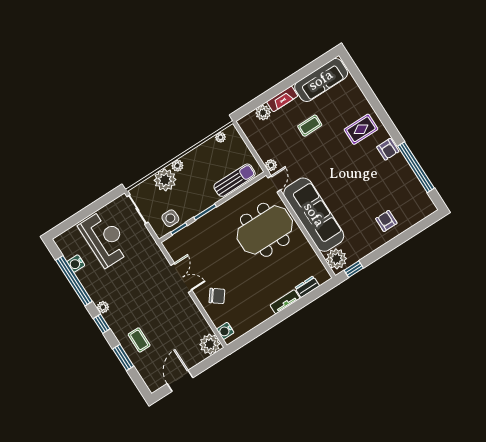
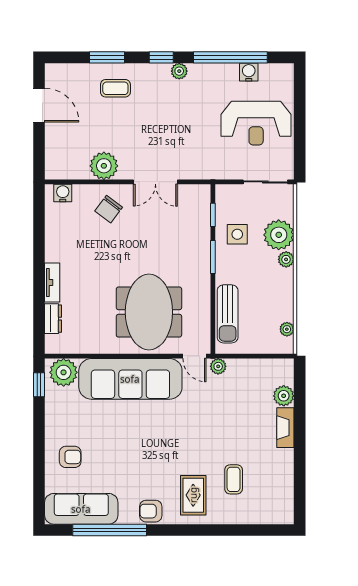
sofa: (321, 80) -> (81, 509), moved, turned 90
coffee table: (310, 126) -> (234, 479), moved
side table: (170, 218) -> (237, 234), moved
plant: (210, 344) -> (104, 166), moved

